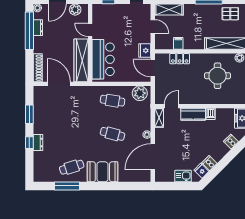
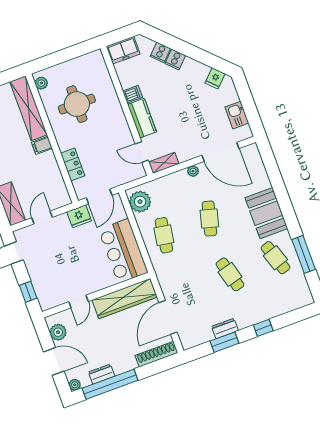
filing cabinet: (178, 43) -> (42, 145), moved
bar counter: (103, 59) -> (123, 251), moved, turned -90
cafe table: (72, 134) -> (230, 274), added
dresser: (38, 143) -> (225, 329), moved
cooker: (209, 163) -> (175, 59), moved
kitchen sink: (183, 176) -> (237, 115), moved

